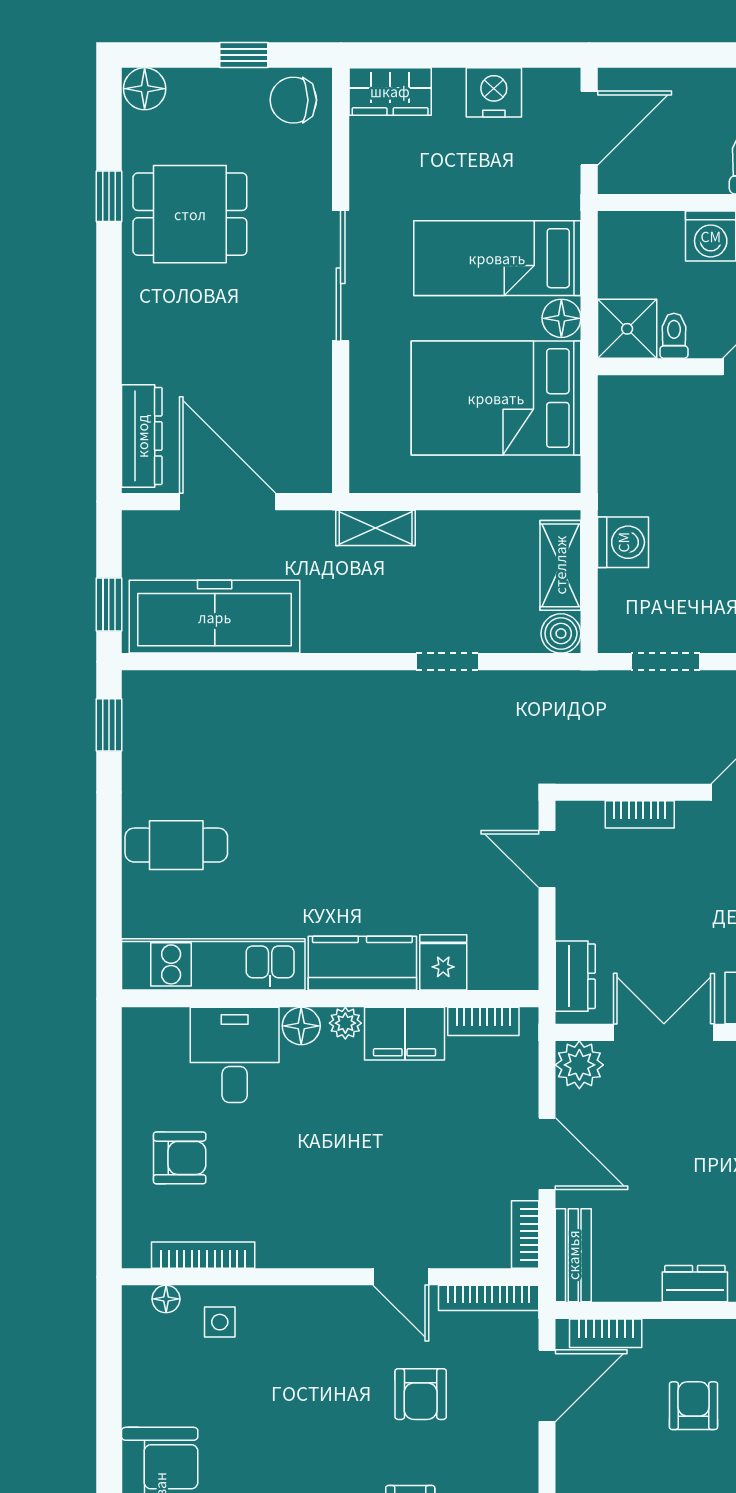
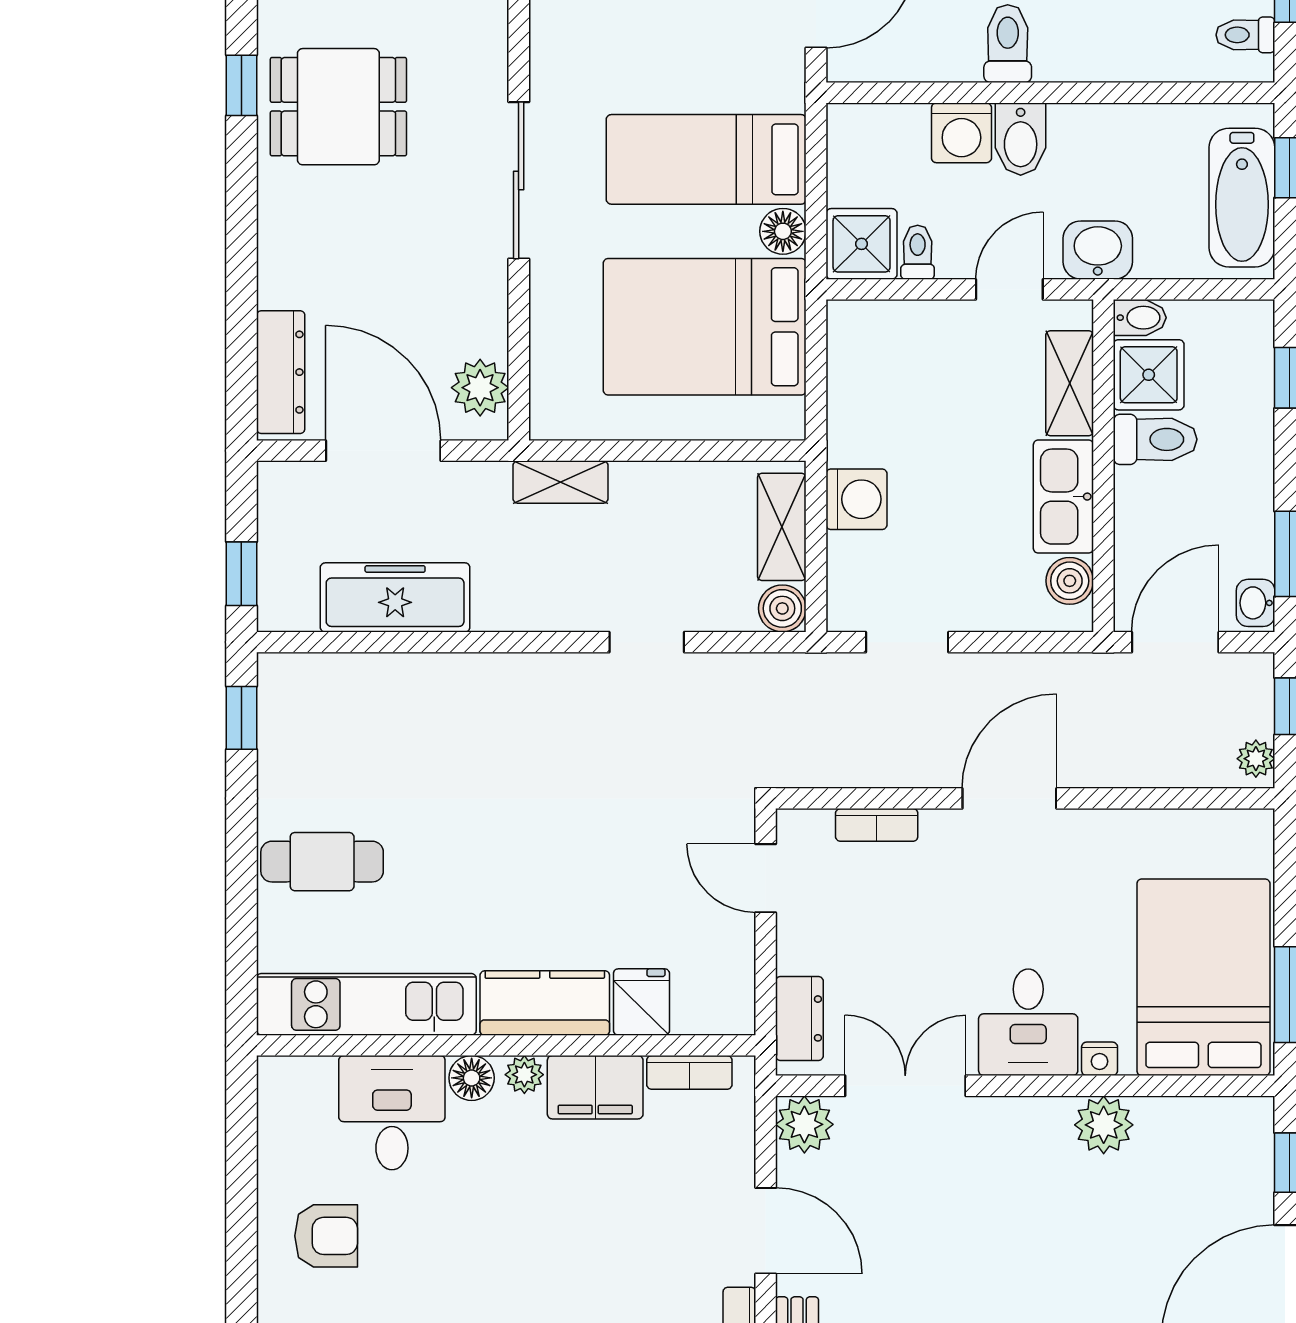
plant: (308, 449) -> (480, 388), added
freezer: (215, 617) -> (395, 597), width x0.73, depth x0.79

